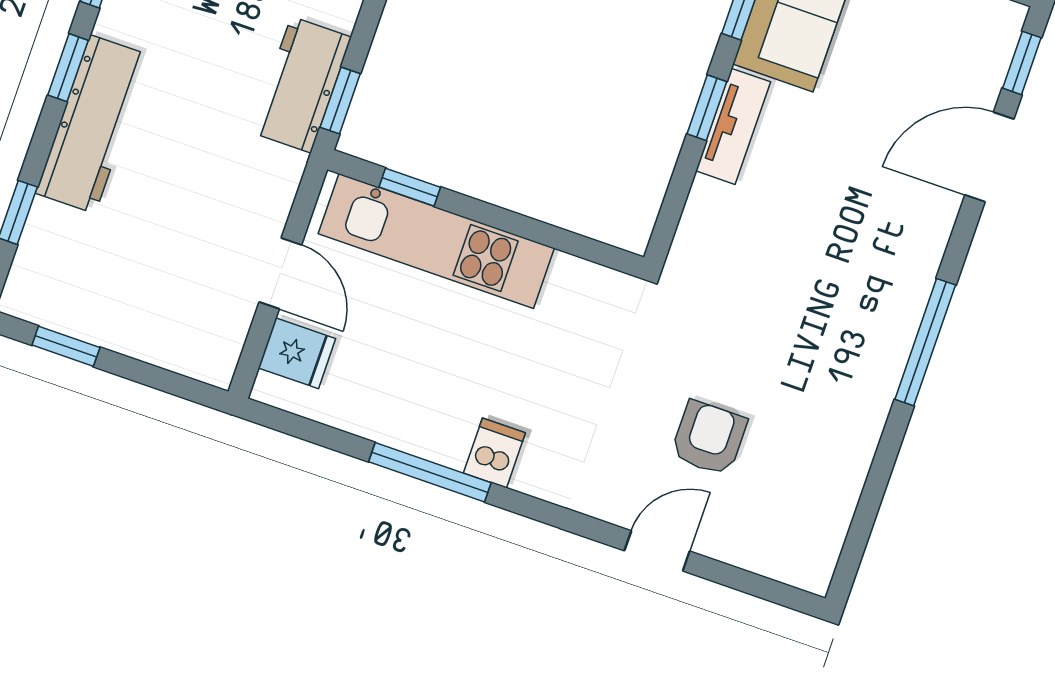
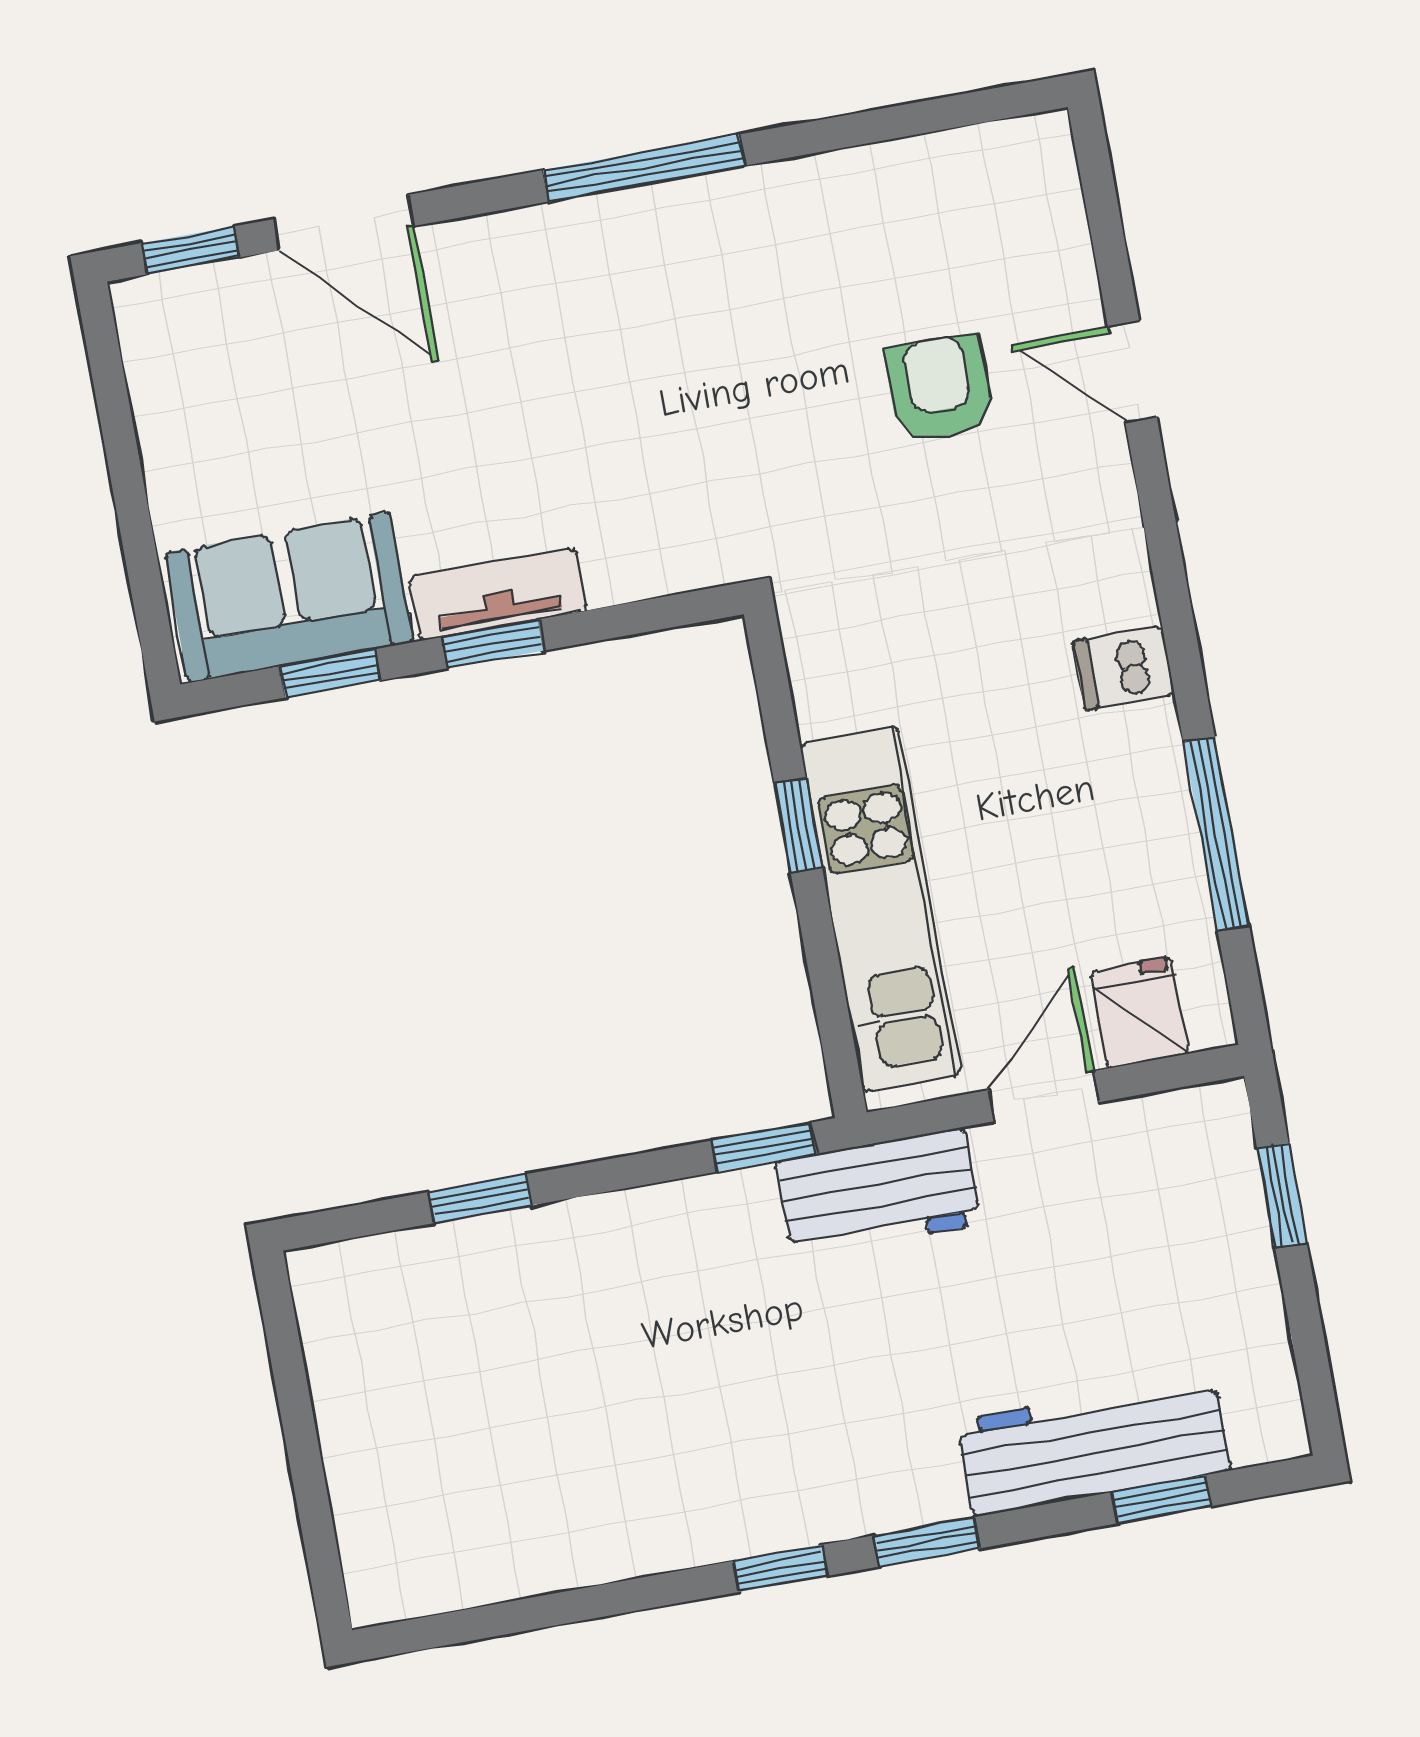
workbench: (301, 85) -> (878, 1193), moved
workbench: (93, 124) -> (1094, 1445), moved
window: (410, 187) -> (798, 826), moved
window: (66, 346) -> (1282, 1195), moved
armchair: (709, 438) -> (939, 388), turned 90
window: (430, 472) -> (1216, 834), moved

